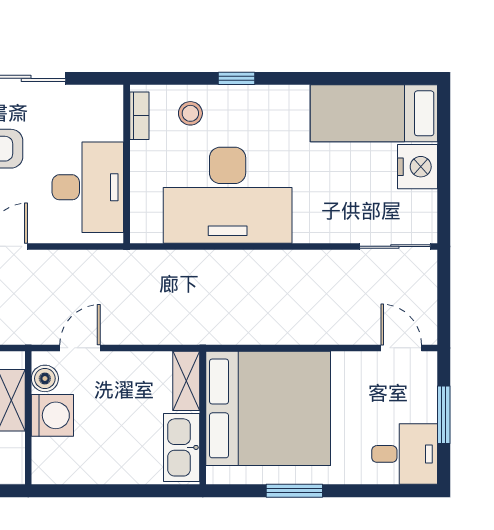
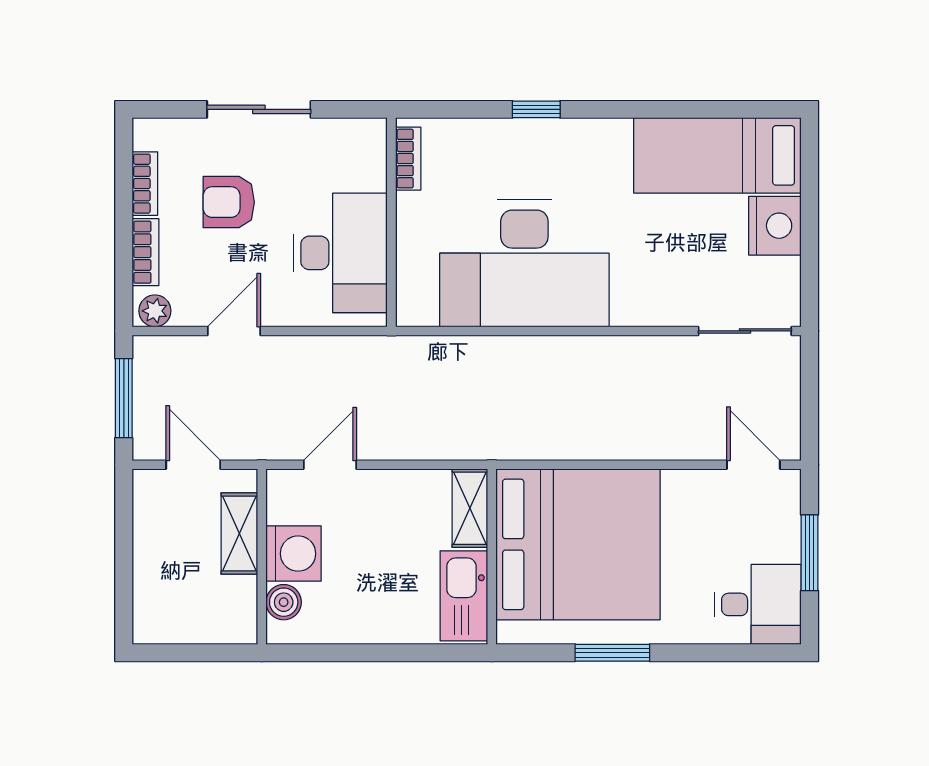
stool: (190, 113) -> (475, 155), removed
boiler: (45, 378) -> (284, 602), moved

